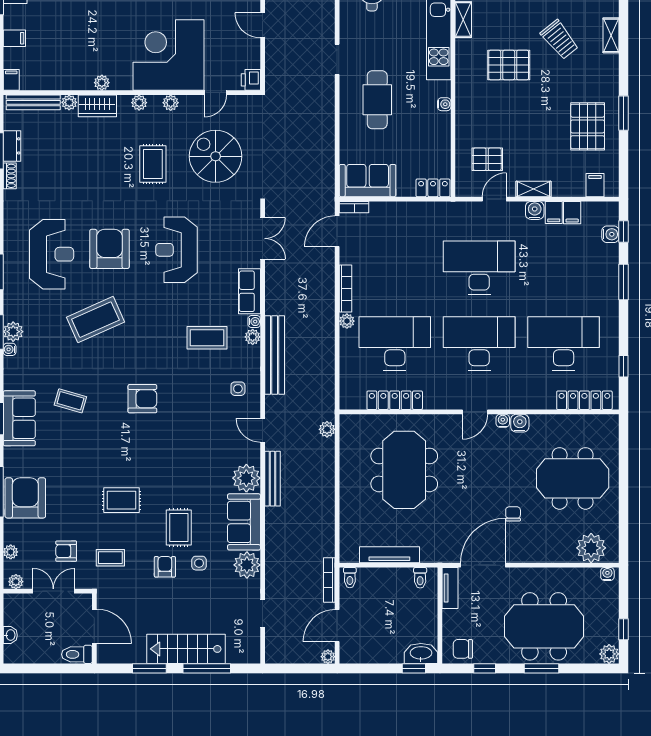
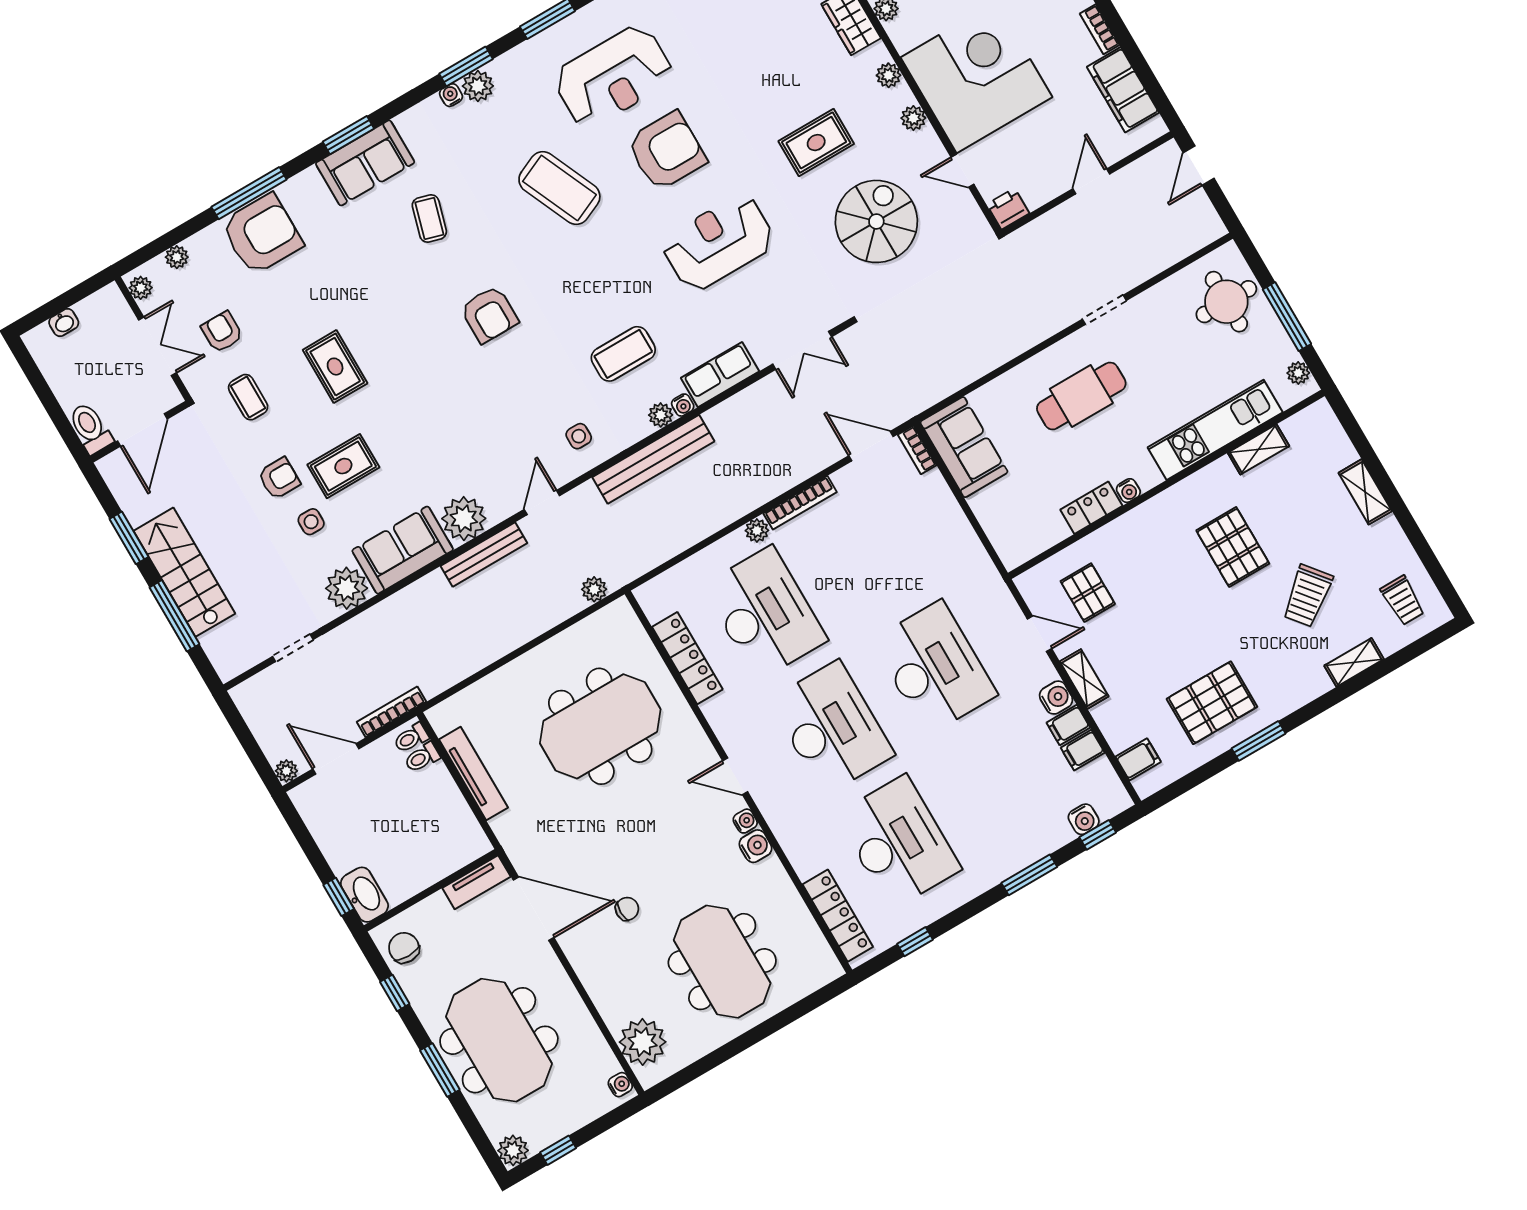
locker: (433, 188) -> (1091, 508), moved, turned -90
coffee table: (207, 338) -> (623, 354), turned 90
toilet: (420, 578) -> (422, 757), moved

